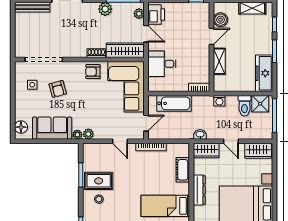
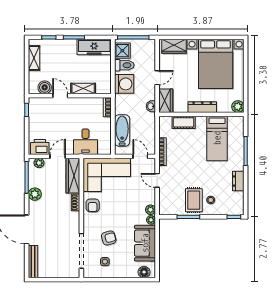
washing machine: (219, 101) -> (124, 84), width x1.89, depth x1.89
door: (120, 141) -> (157, 180), swing flipped
wardrobe: (258, 151) -> (174, 46), moved, turned 90

